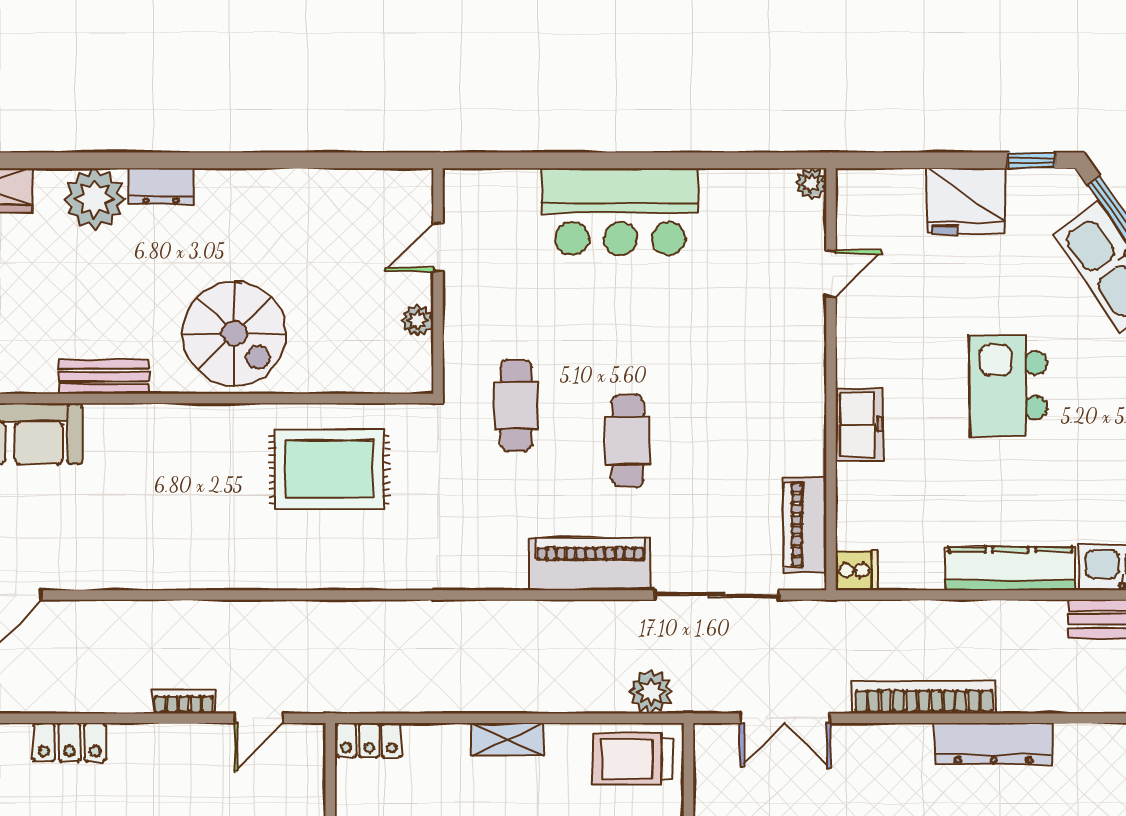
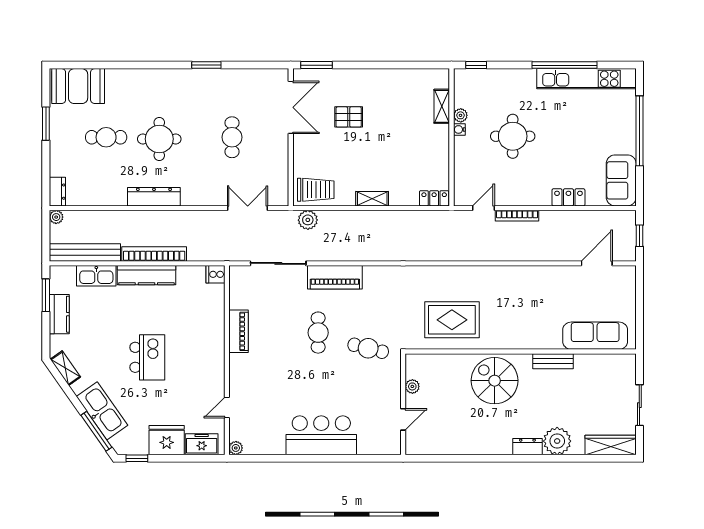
cafe table: (516, 406) -> (368, 348), turned -76
freezer: (859, 424) -> (202, 444), moved, turned 90
piano: (805, 525) -> (239, 331), moved
bookcase: (924, 697) -> (154, 254), moved, turned 180
bookcase: (184, 701) -> (517, 216), width x1.56

